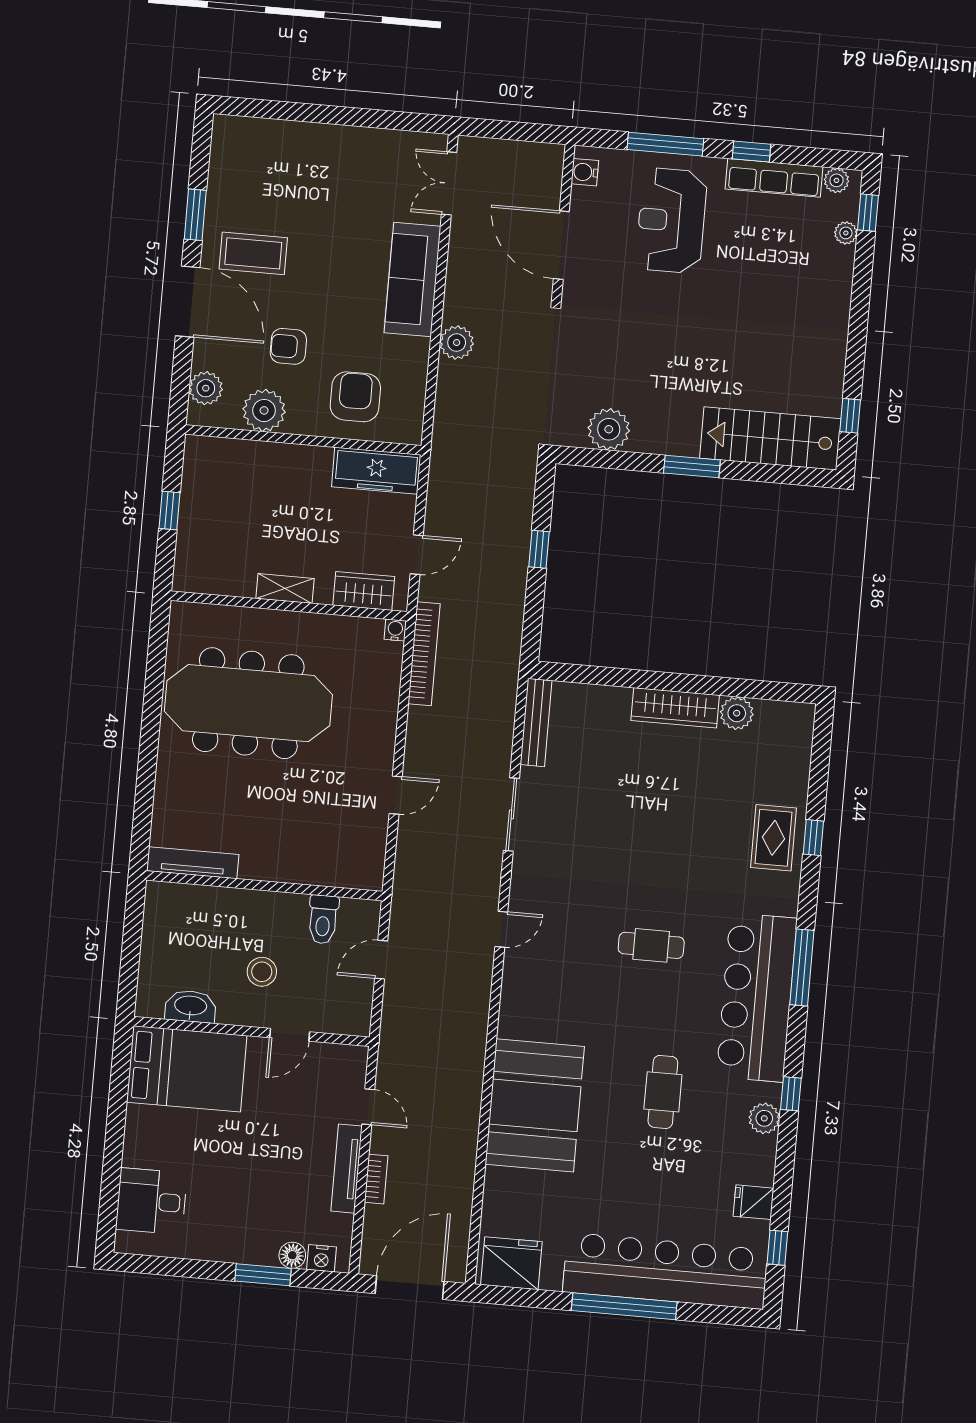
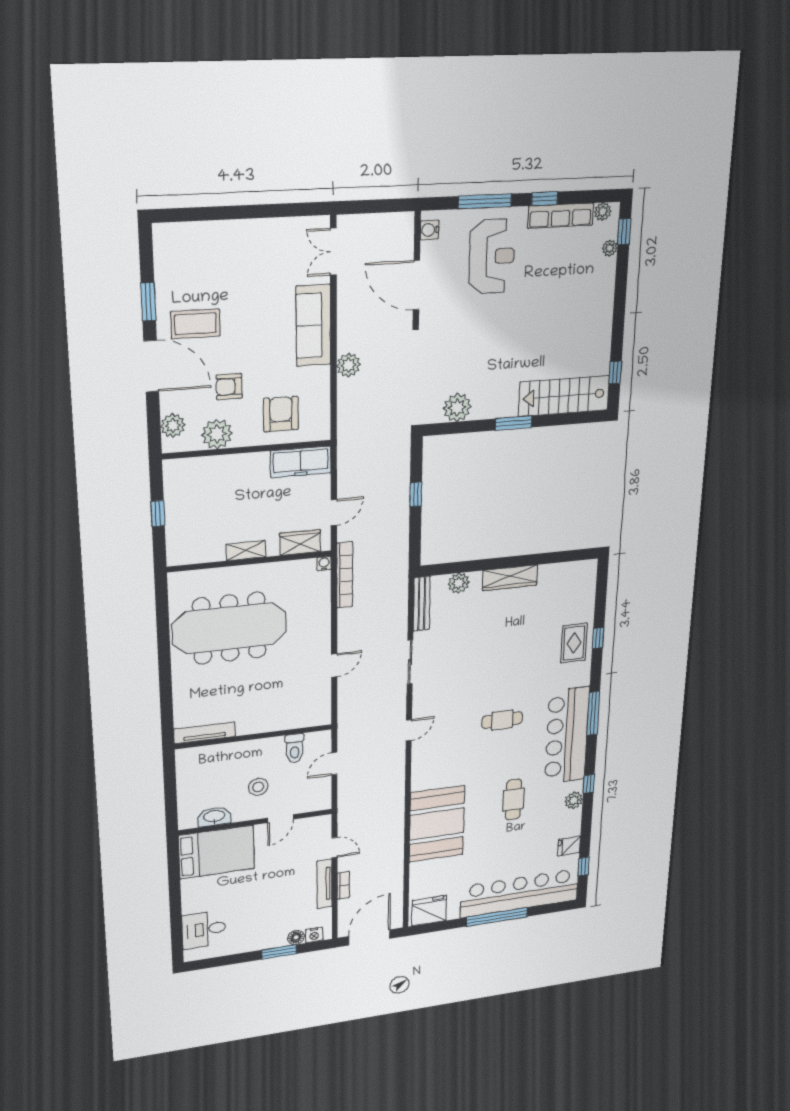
reception desk: (671, 221) -> (492, 256), turned 180
plant: (737, 713) -> (459, 583), moved

